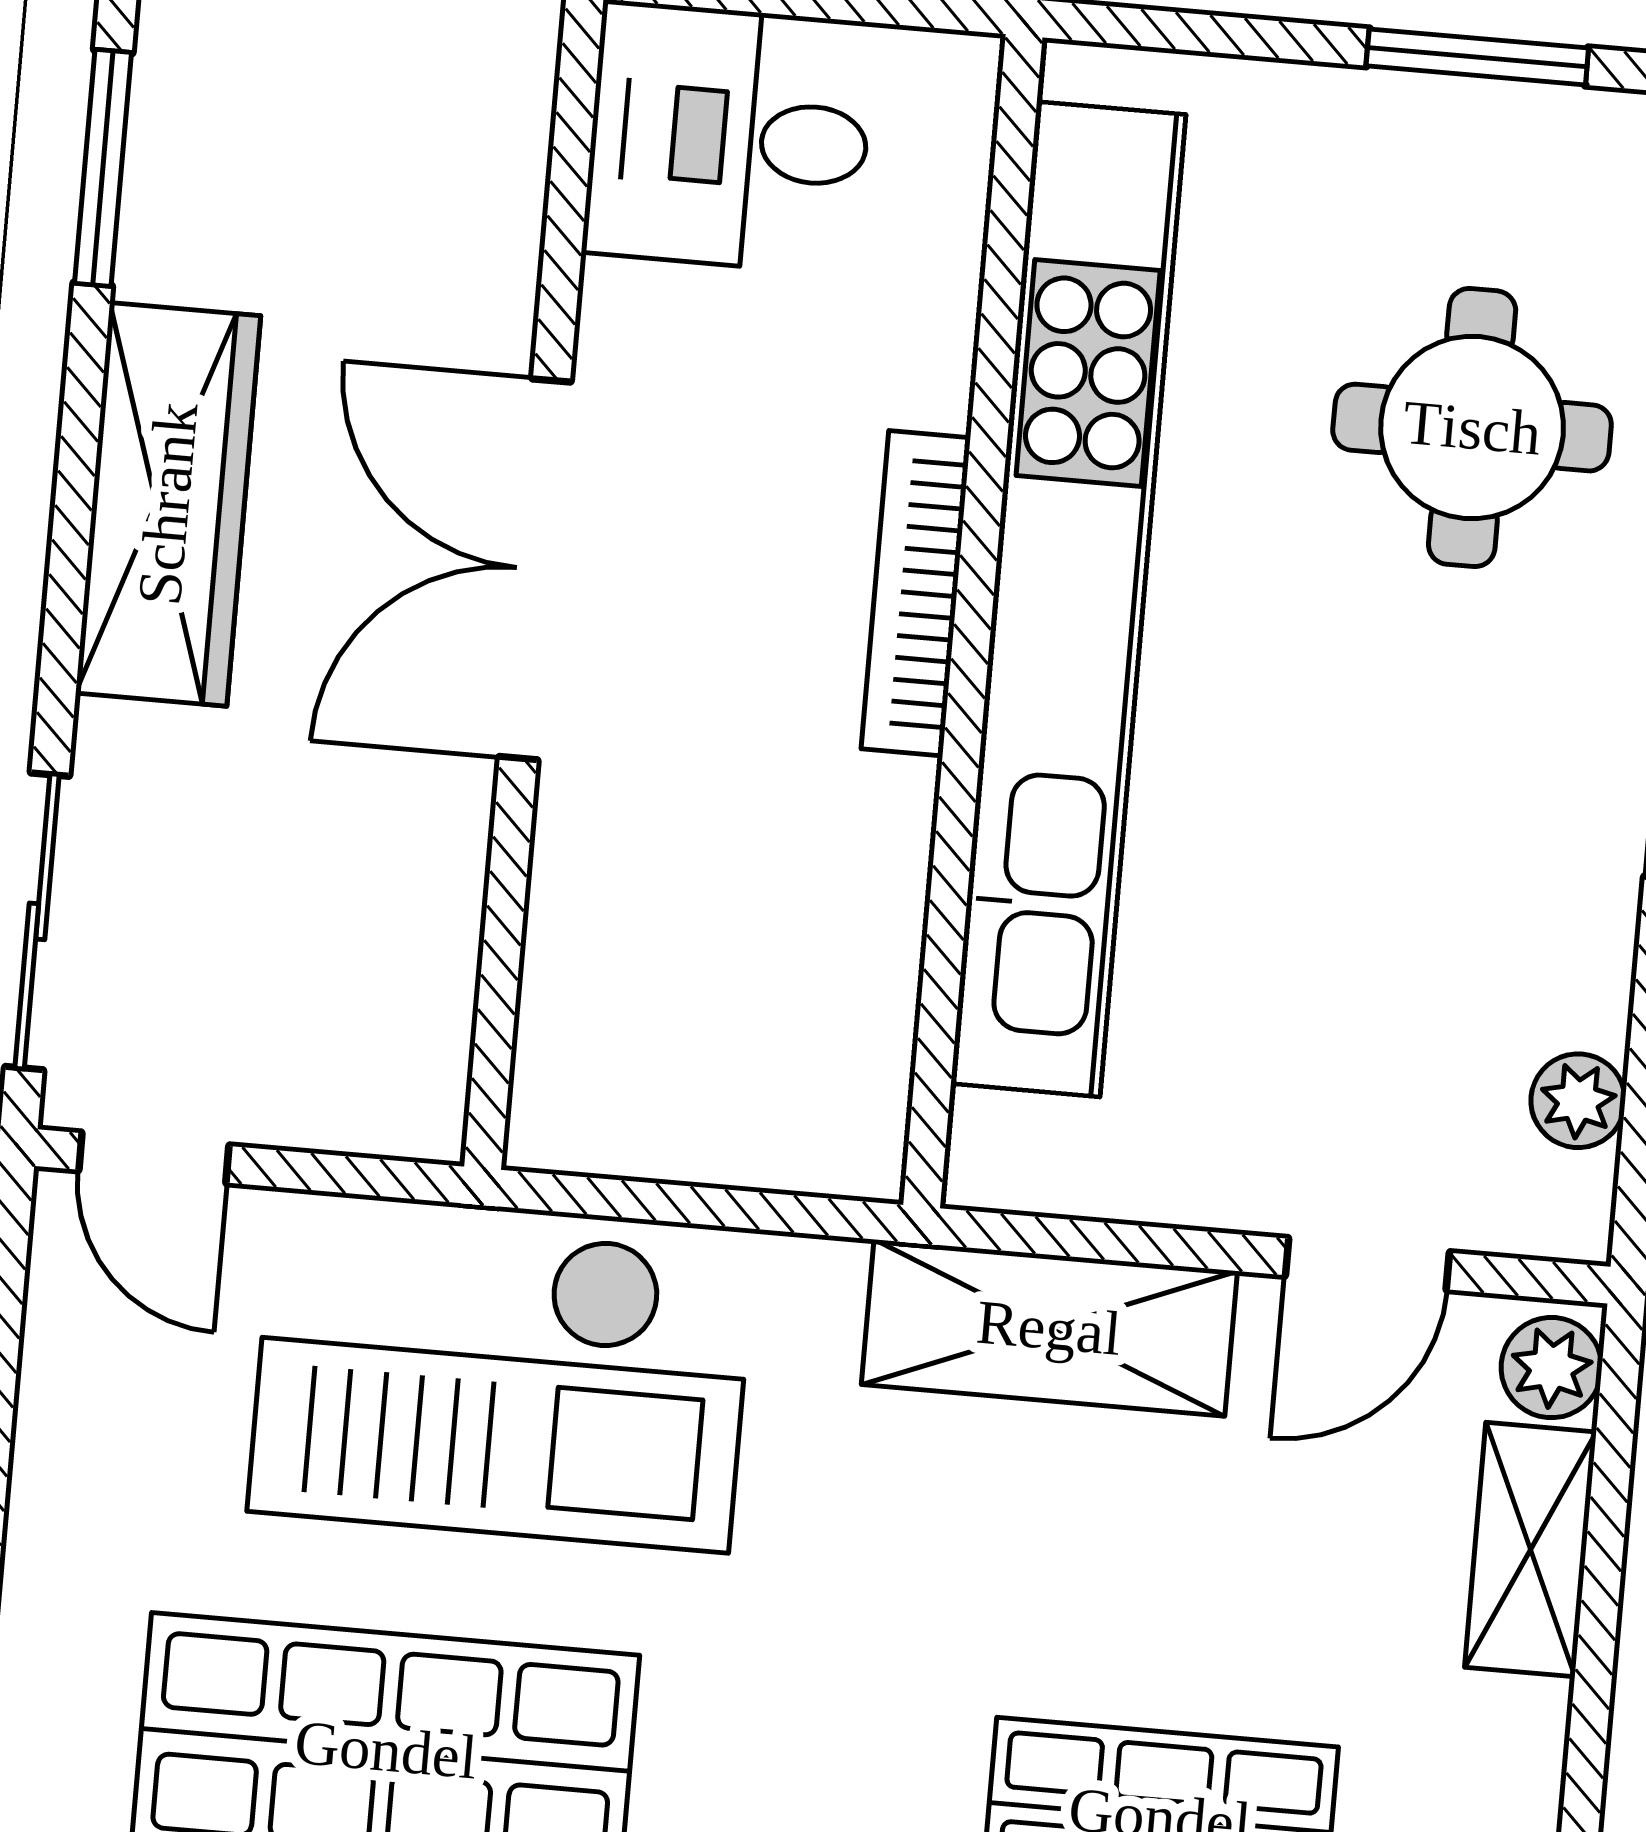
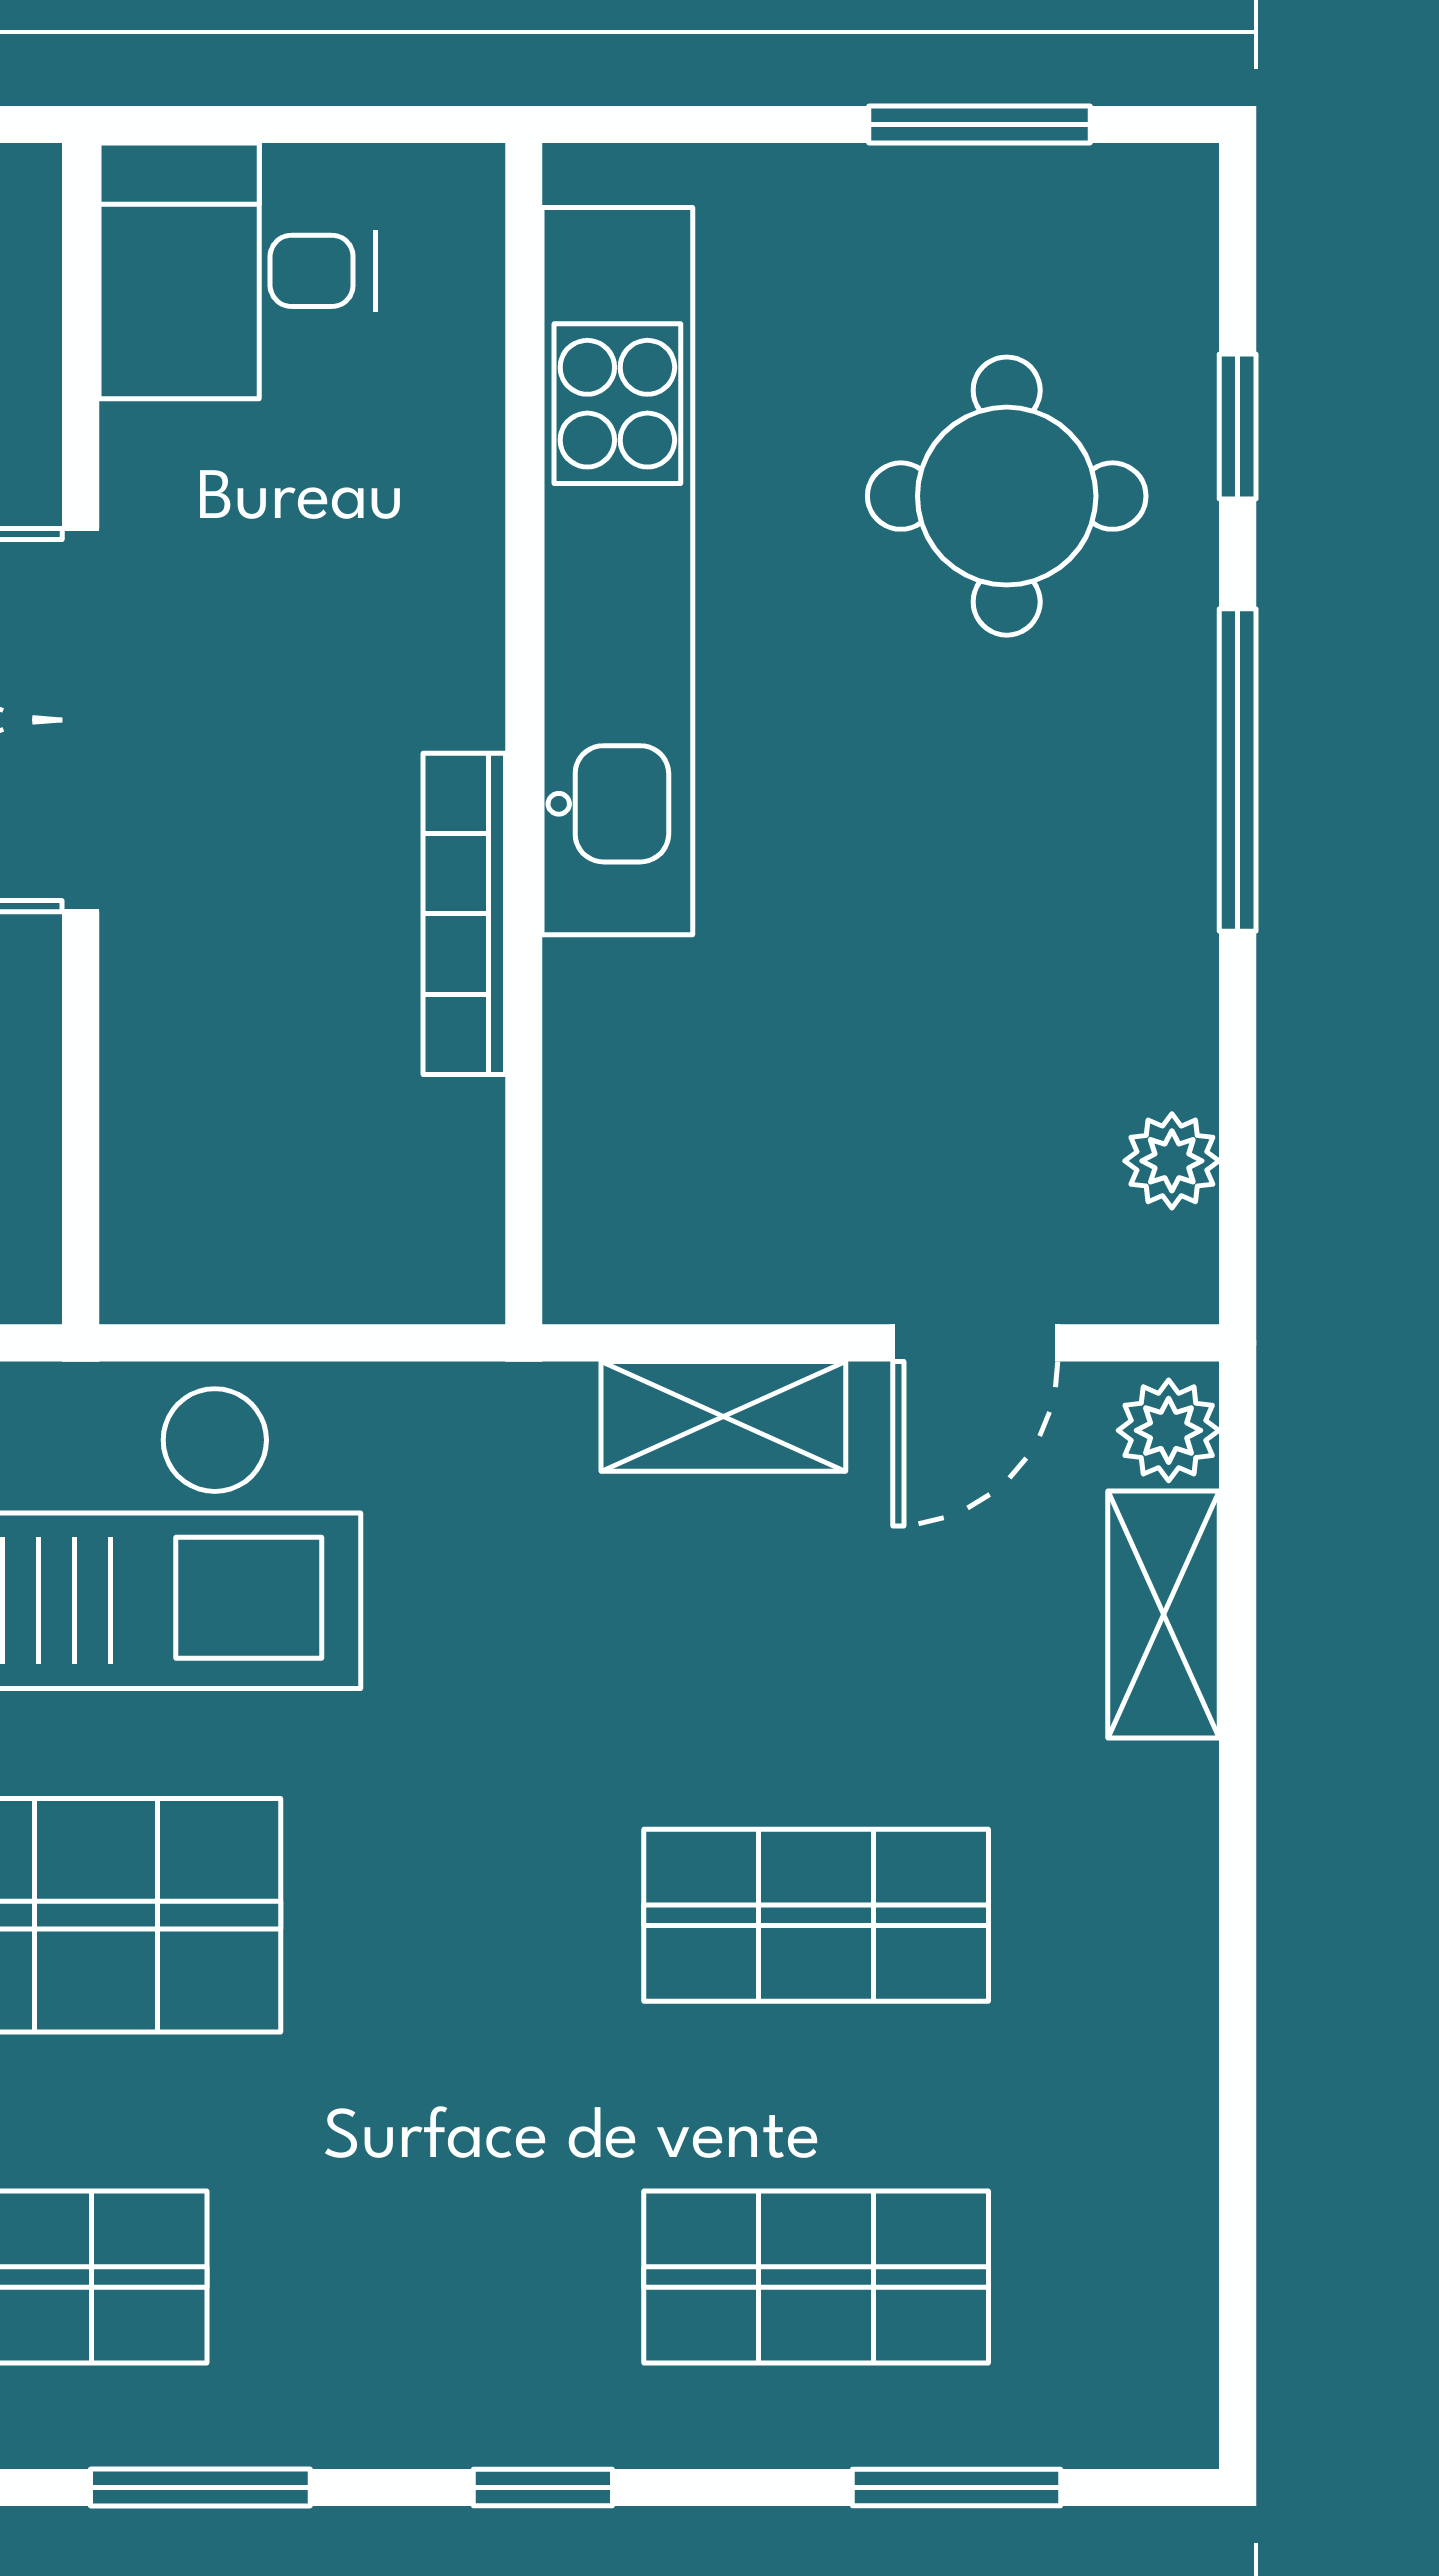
bookcase: (916, 593) -> (464, 914), moved
kitchen unit: (1068, 599) -> (617, 571), width x0.73
shelving: (1049, 1328) -> (723, 1416), width x0.67, depth x0.75

